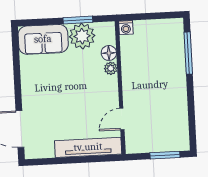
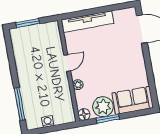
washing machine: (126, 28) -> (48, 122), moved
floor lamp: (109, 53) -> (84, 114), moved
door: (122, 119) -> (67, 63), moved

